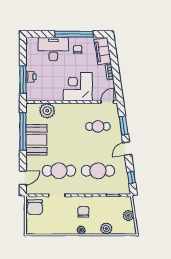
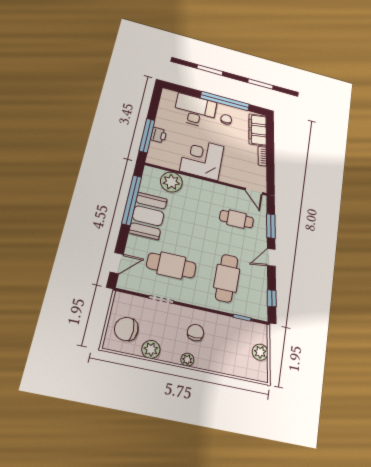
corner desk: (78, 87) -> (202, 159), moved
door: (107, 102) -> (254, 191), swing flipped
cafe table: (98, 171) -> (227, 278), turned 90
chair: (35, 207) -> (126, 329), moved, turned 90
plant: (106, 228) -> (151, 349), moved

